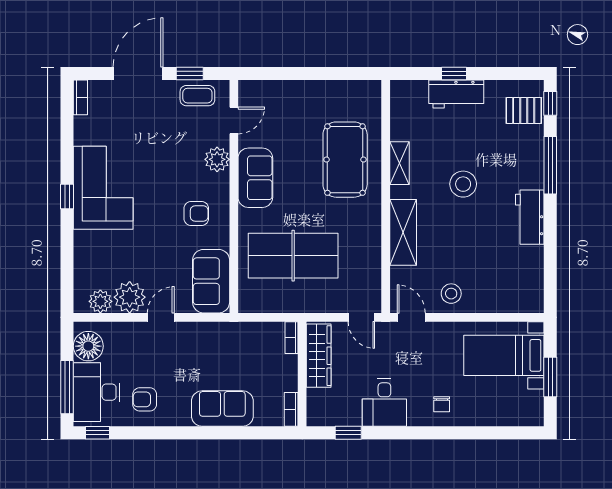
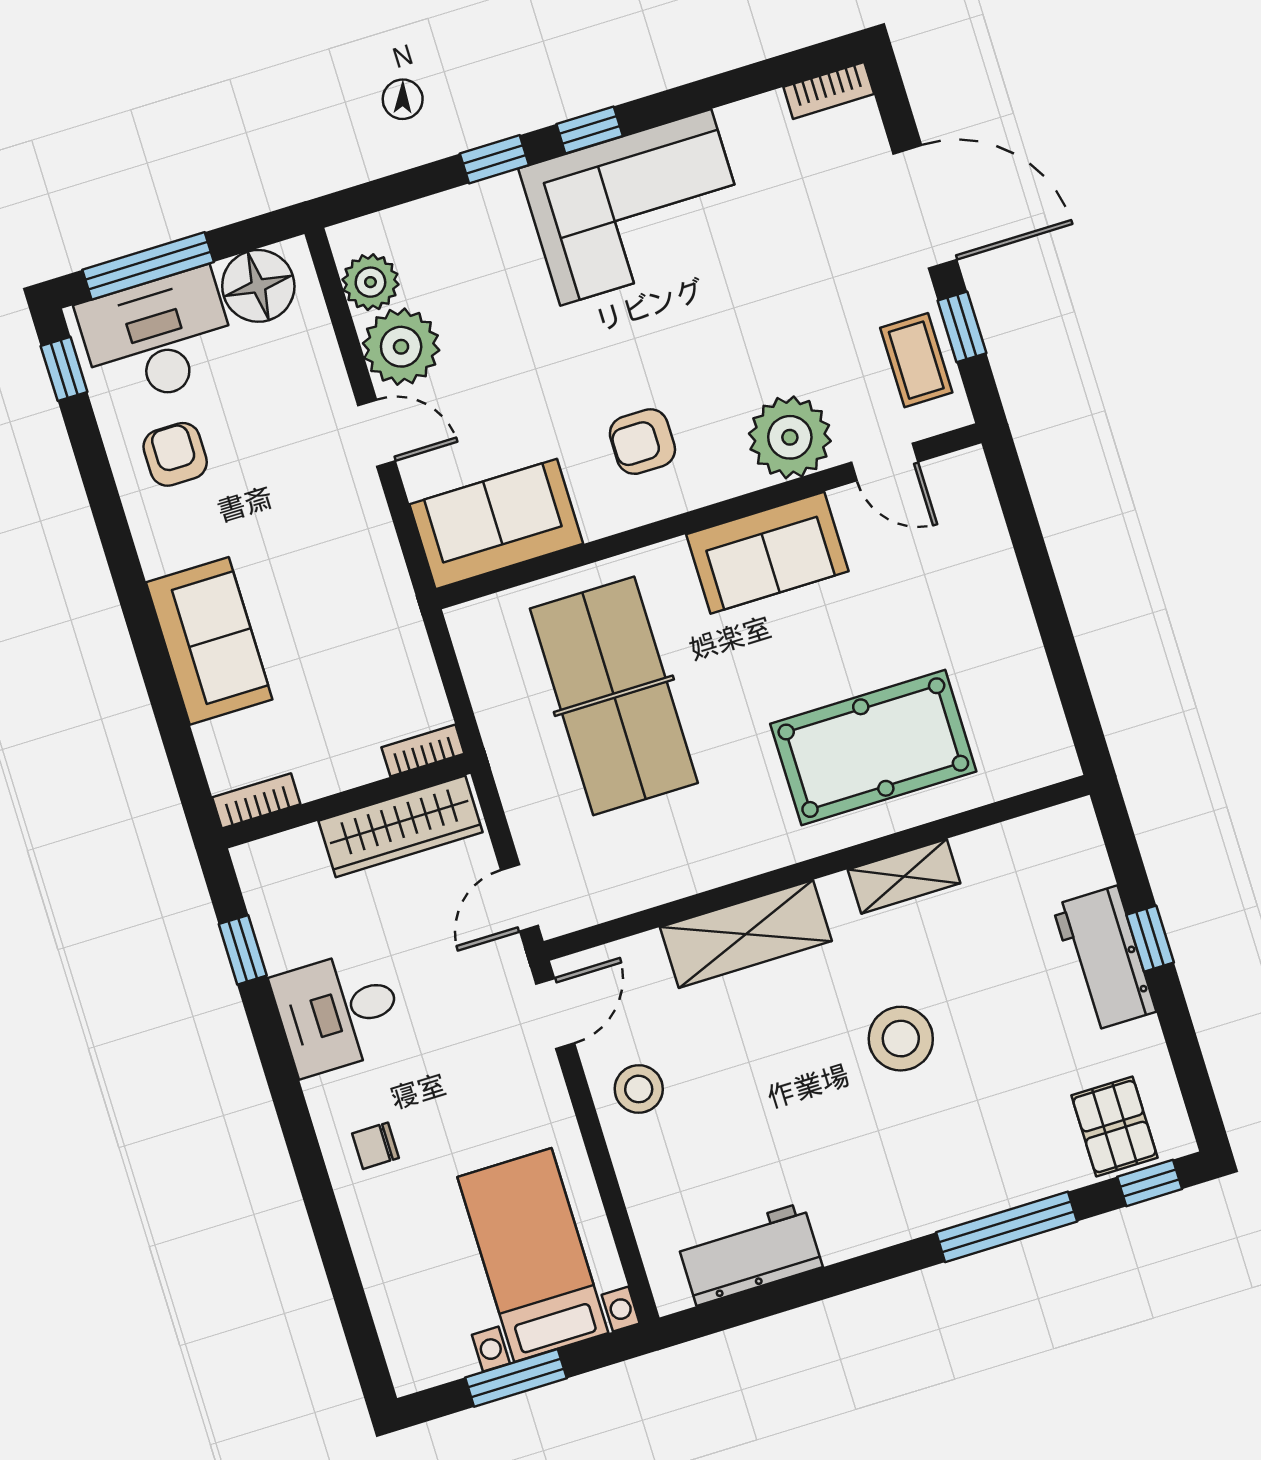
plant: (217, 159) -> (790, 437), width x1.36, depth x1.36
armchair: (196, 214) -> (642, 442), turned 90
workbench: (530, 217) -> (750, 1254), moved
window: (67, 238) -> (494, 159), added

